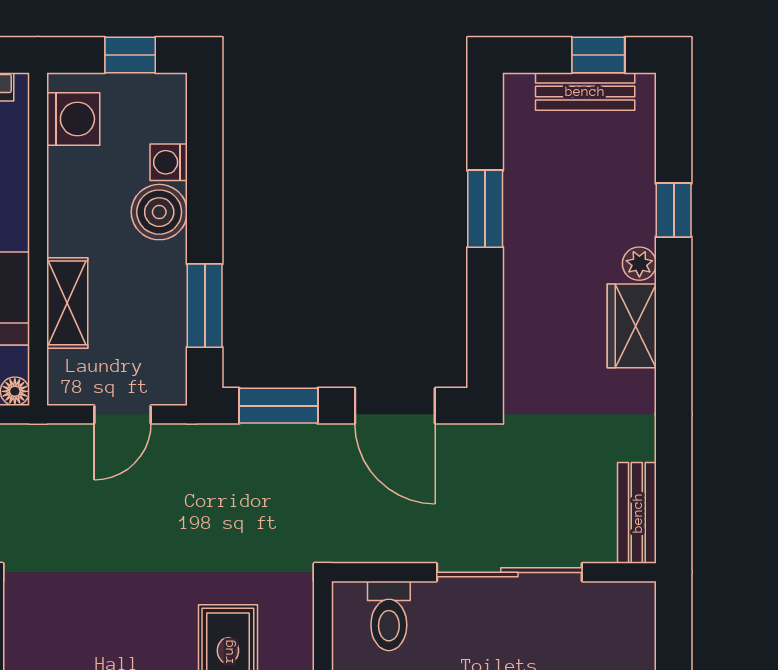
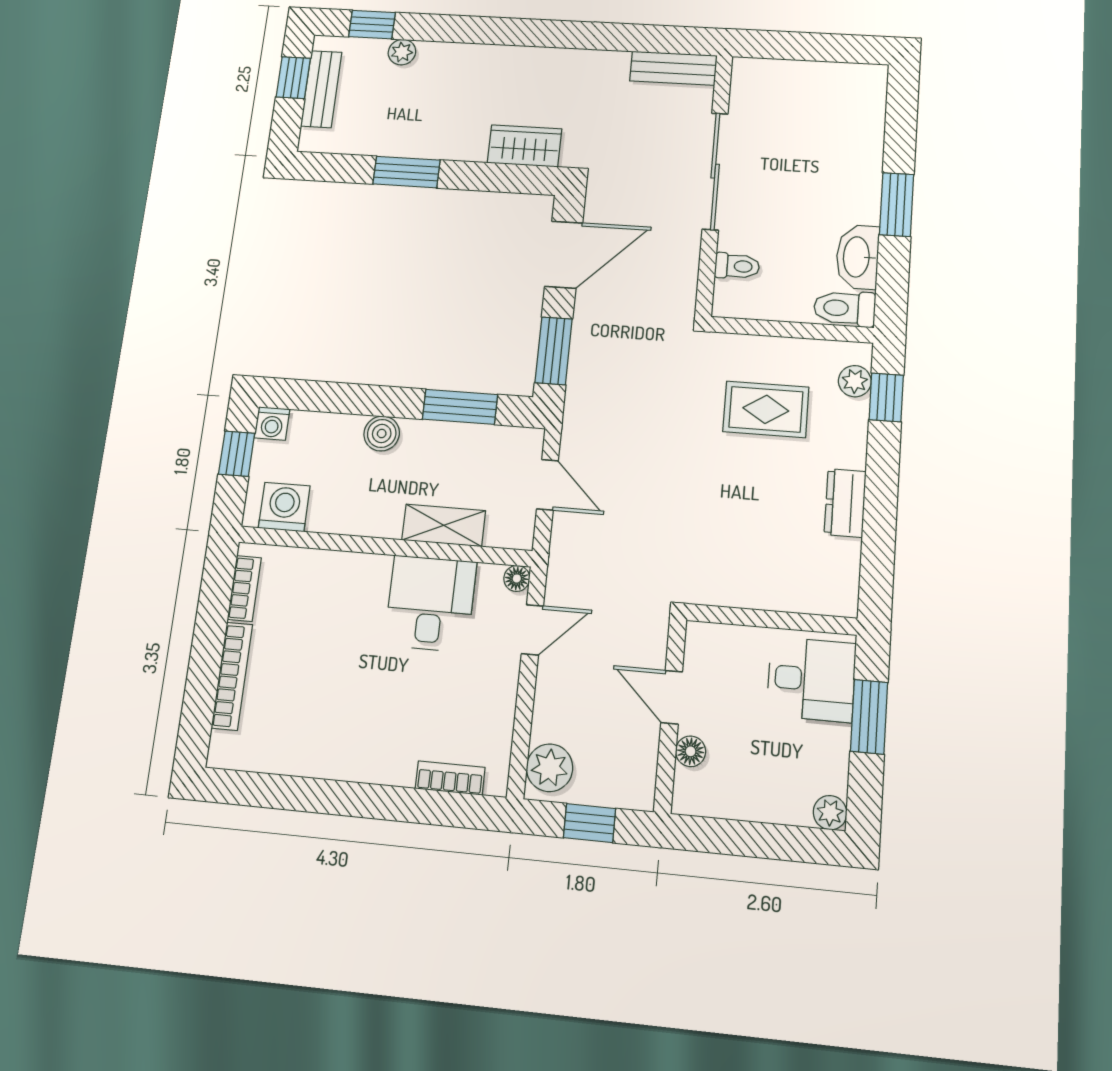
washing machine: (169, 162) -> (272, 423), moved
window: (674, 210) -> (372, 25), moved
boiler: (159, 212) -> (382, 433), width x0.73, depth x0.73
plant: (639, 264) -> (402, 52), moved
wardrobe: (632, 326) -> (525, 146), moved, turned 180
toilet: (389, 616) -> (737, 266), width x0.73, depth x0.72

